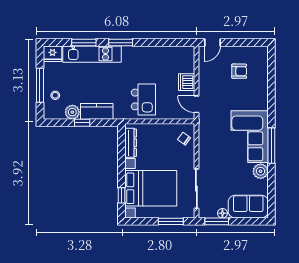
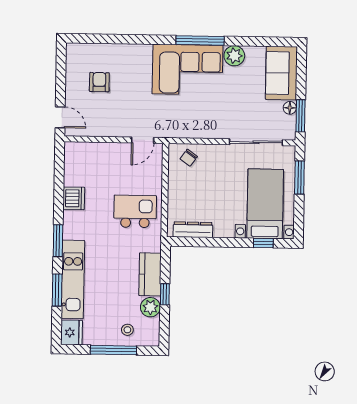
dishwasher: (187, 82) -> (74, 198), moved, turned -90
bed with nightstands: (151, 188) -> (265, 204), width x0.73

